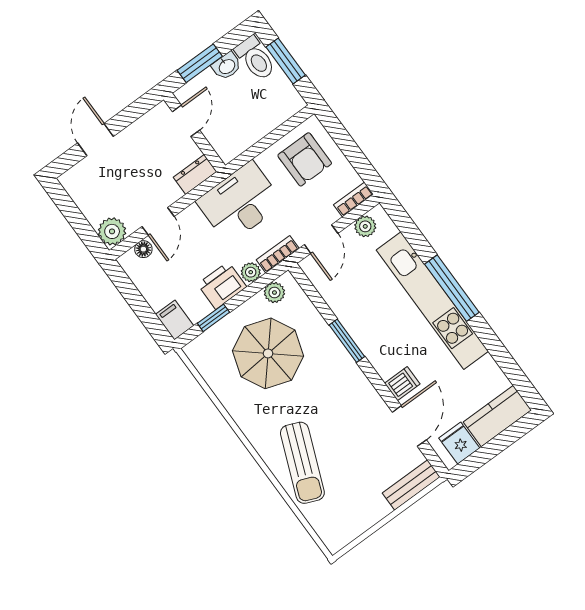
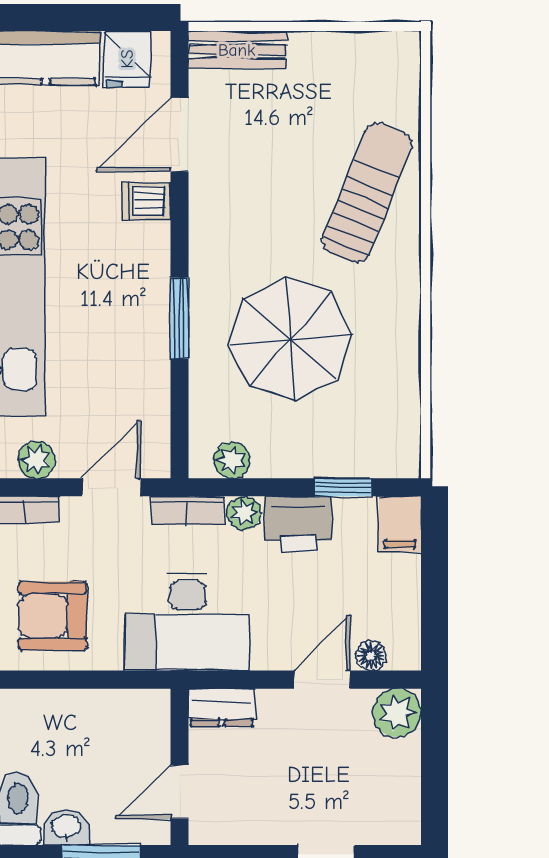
armchair: (305, 159) -> (53, 616), turned -90
parasol: (268, 353) -> (290, 339), moved

